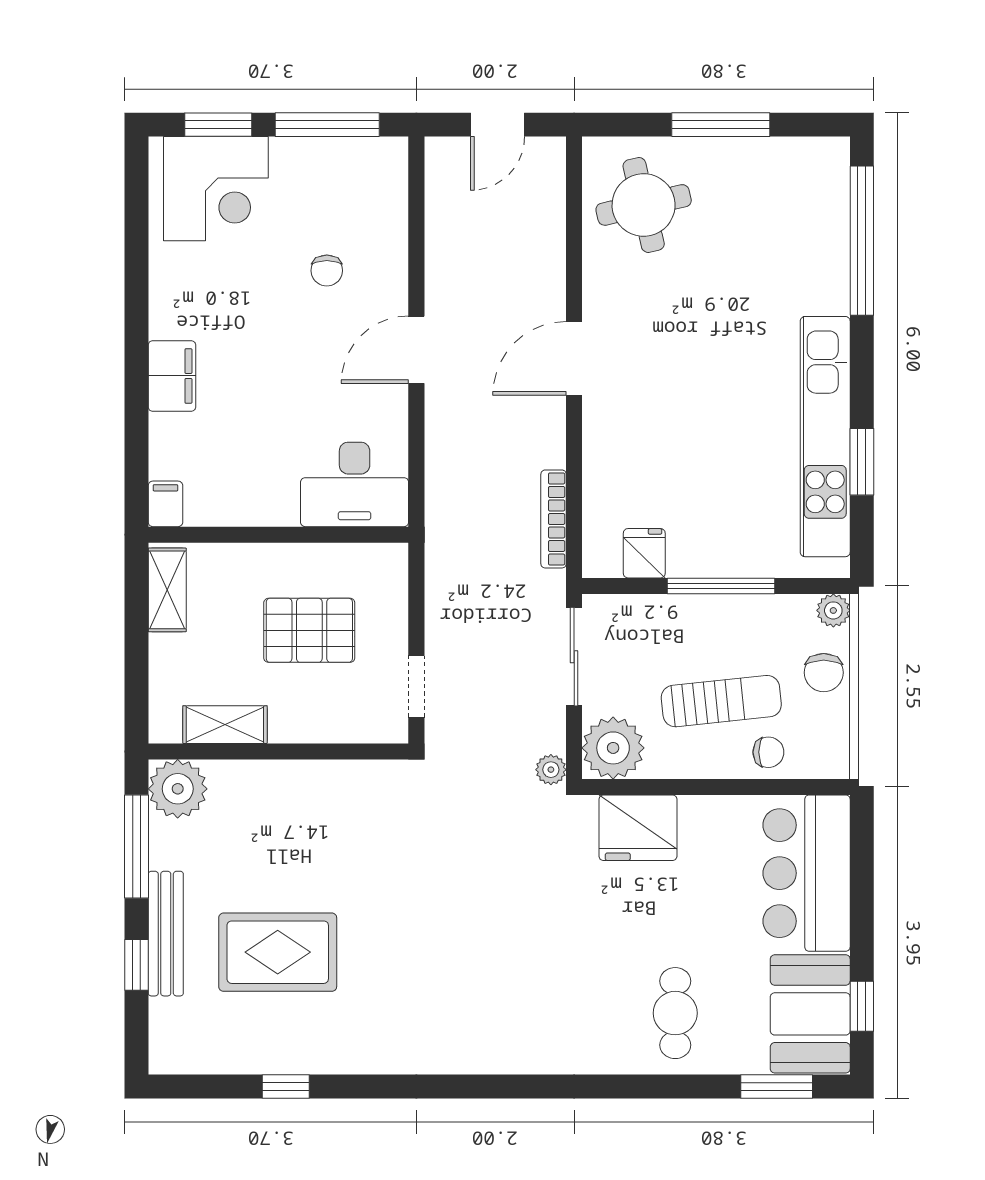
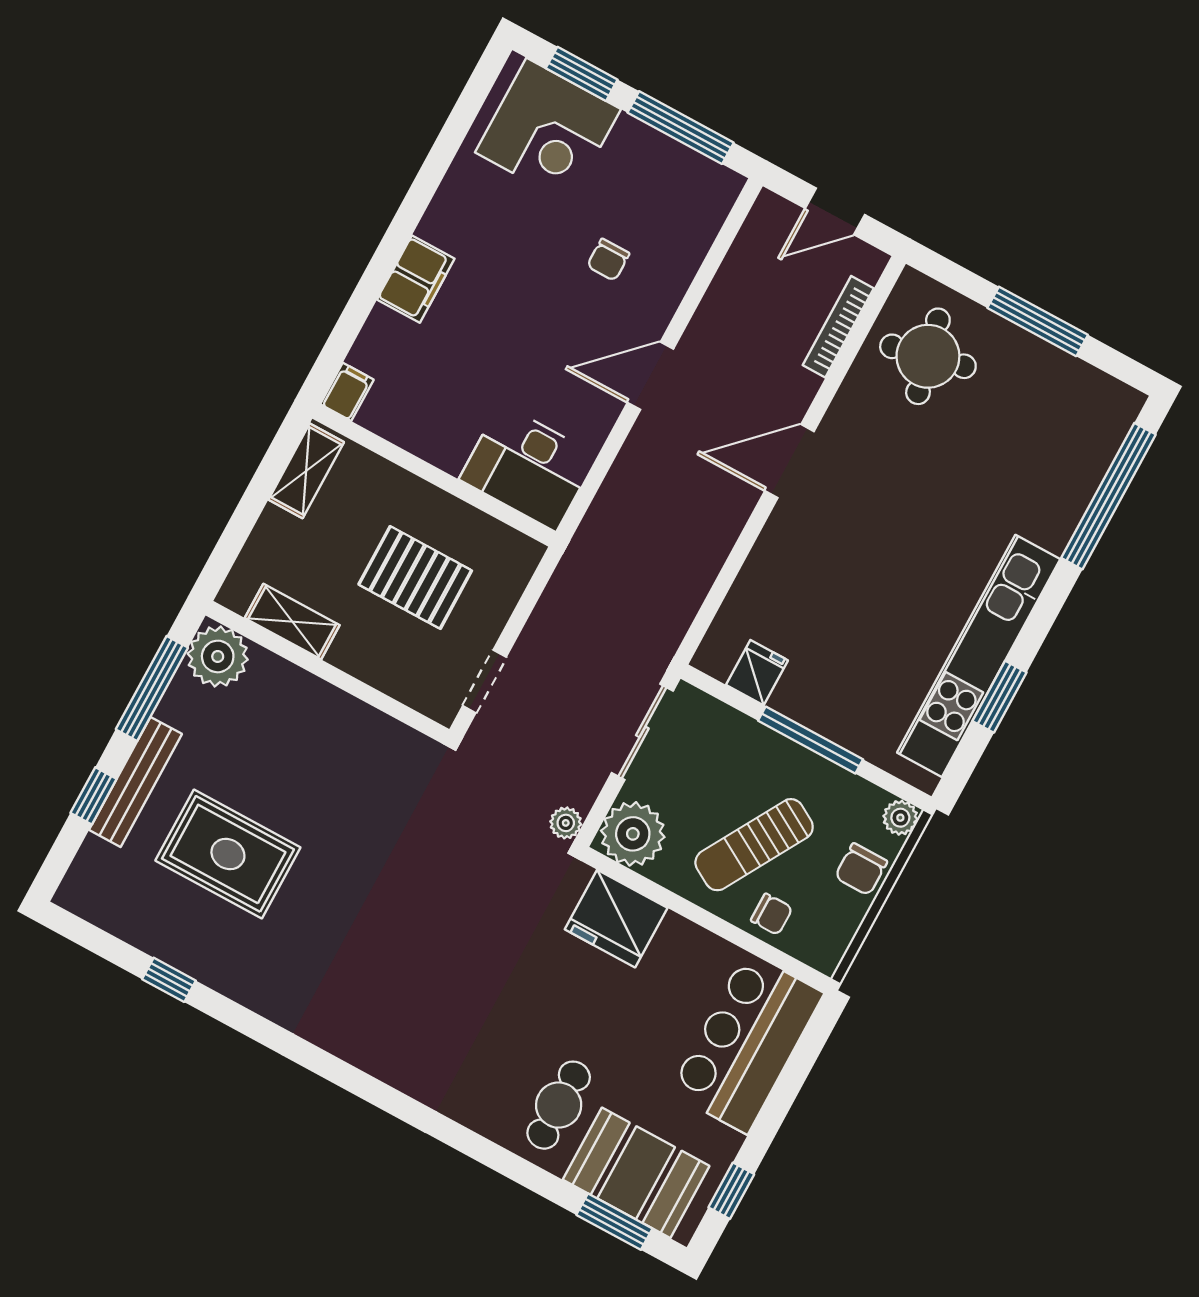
bookcase: (554, 519) -> (838, 327), moved
sun lounger: (721, 701) -> (754, 845), turned 126
booth: (810, 1014) -> (636, 1173), moved, turned 90

